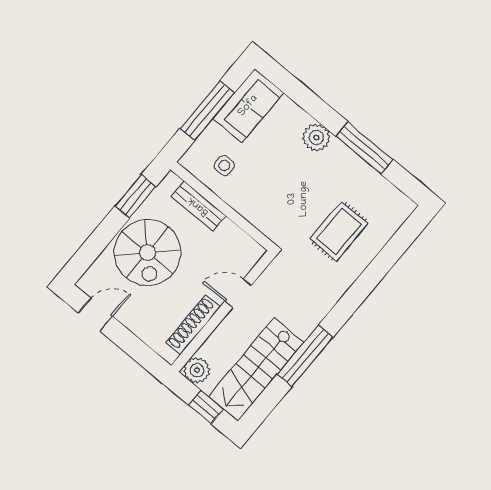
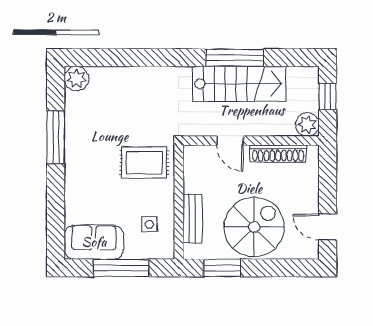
plant: (316, 138) -> (76, 78), moved
rug: (339, 231) -> (144, 163), moved
stairs: (256, 370) -> (239, 84), moved

